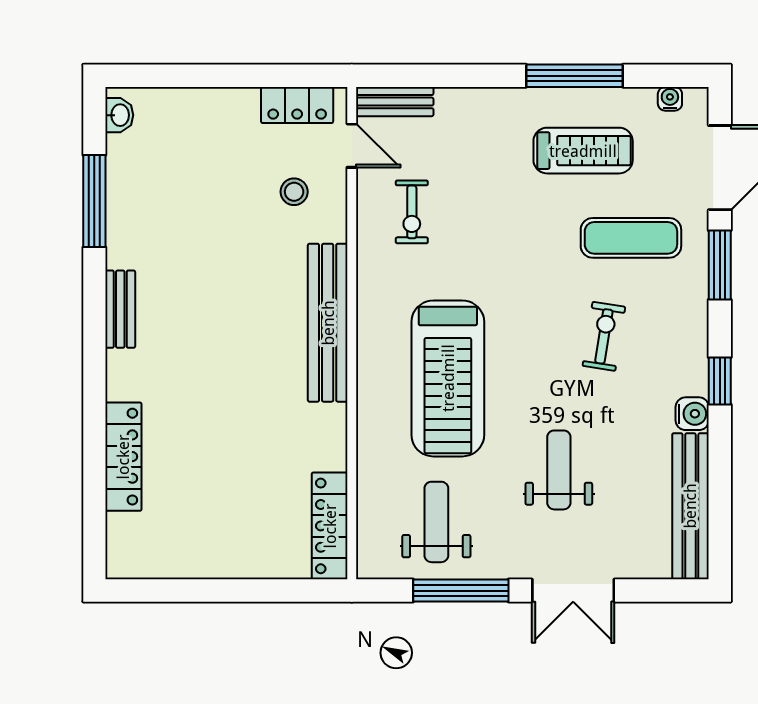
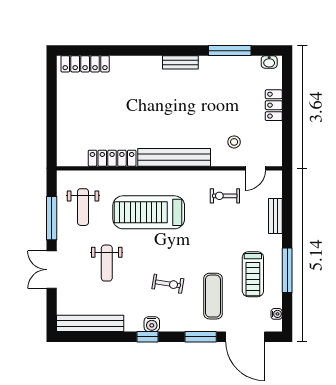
bench: (395, 102) -> (275, 216), moved
locker: (297, 105) -> (274, 105), moved
water cooler: (692, 414) -> (152, 324), moved
locker: (123, 457) -> (85, 64), moved
weight bench: (559, 470) -> (107, 263), turned 90
weight bench: (436, 522) -> (83, 207), turned 90
locker: (330, 526) -> (112, 158), moved

